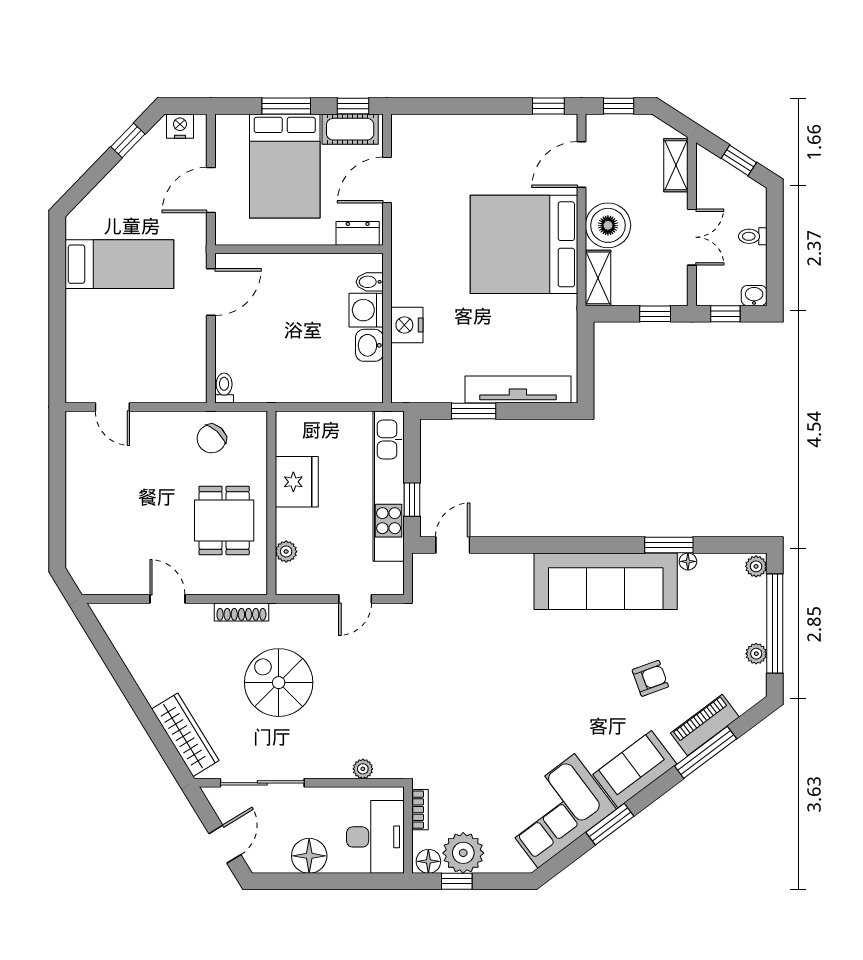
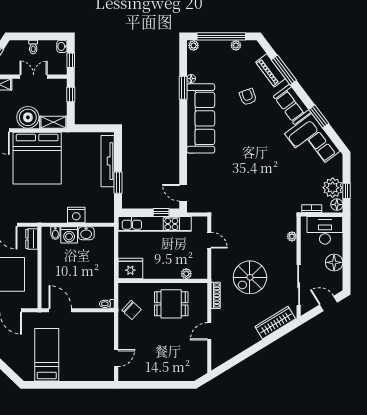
fridge: (297, 482) -> (130, 269), moved

